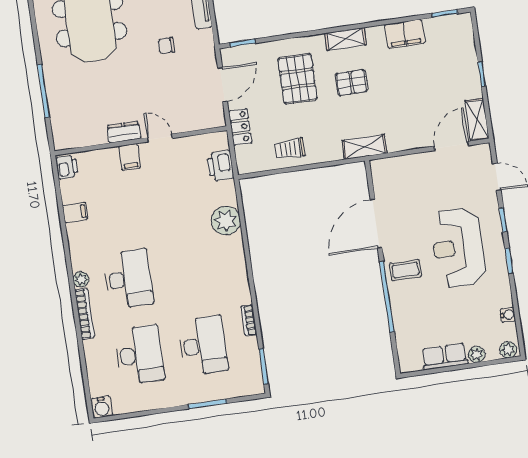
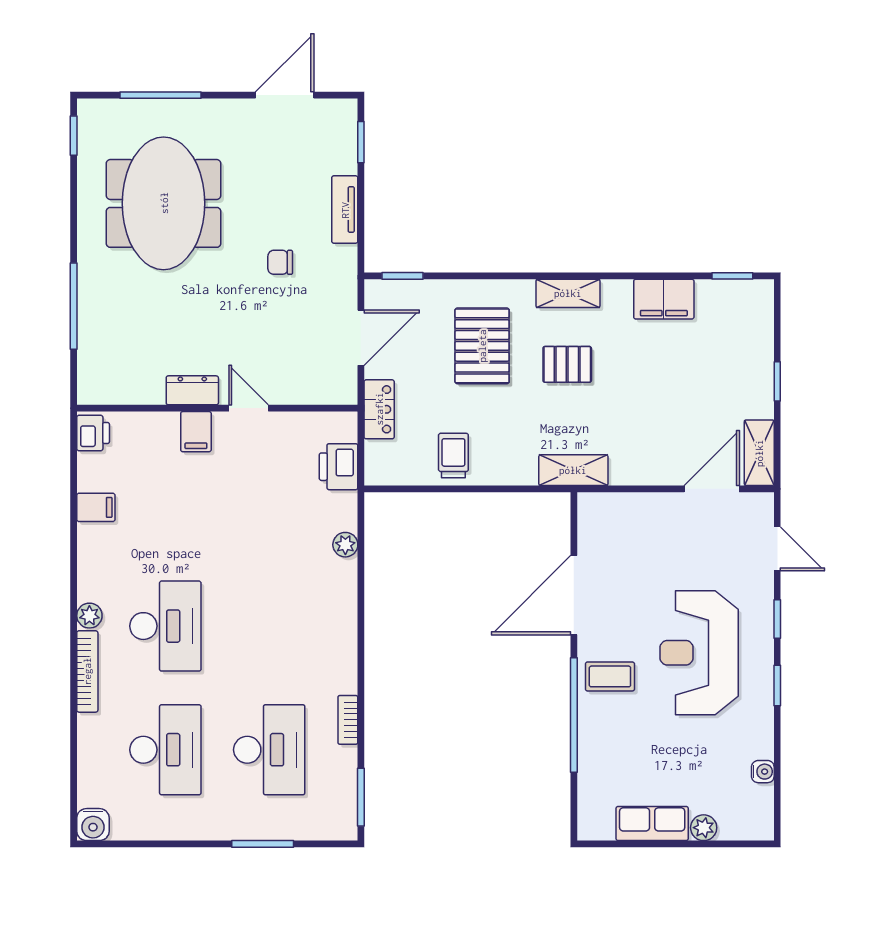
trolley: (290, 149) -> (453, 456), turned 90
plant: (226, 221) -> (345, 545), width x0.53, depth x0.53
plant: (508, 350) -> (755, 827), removed

